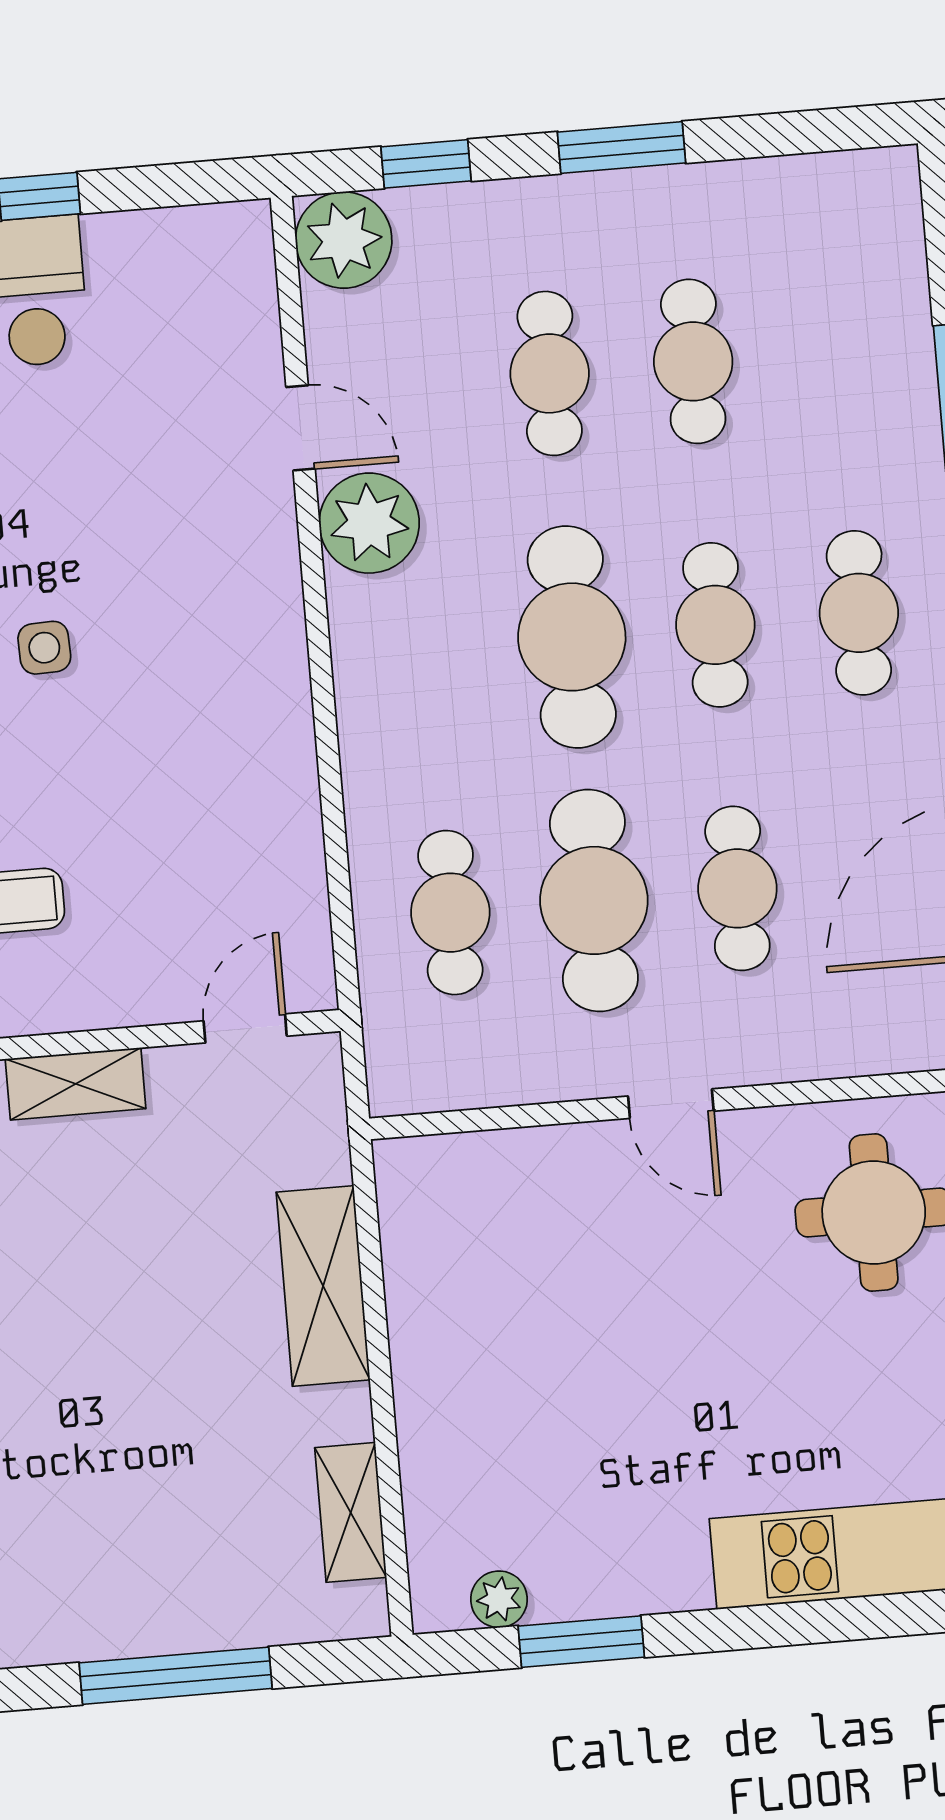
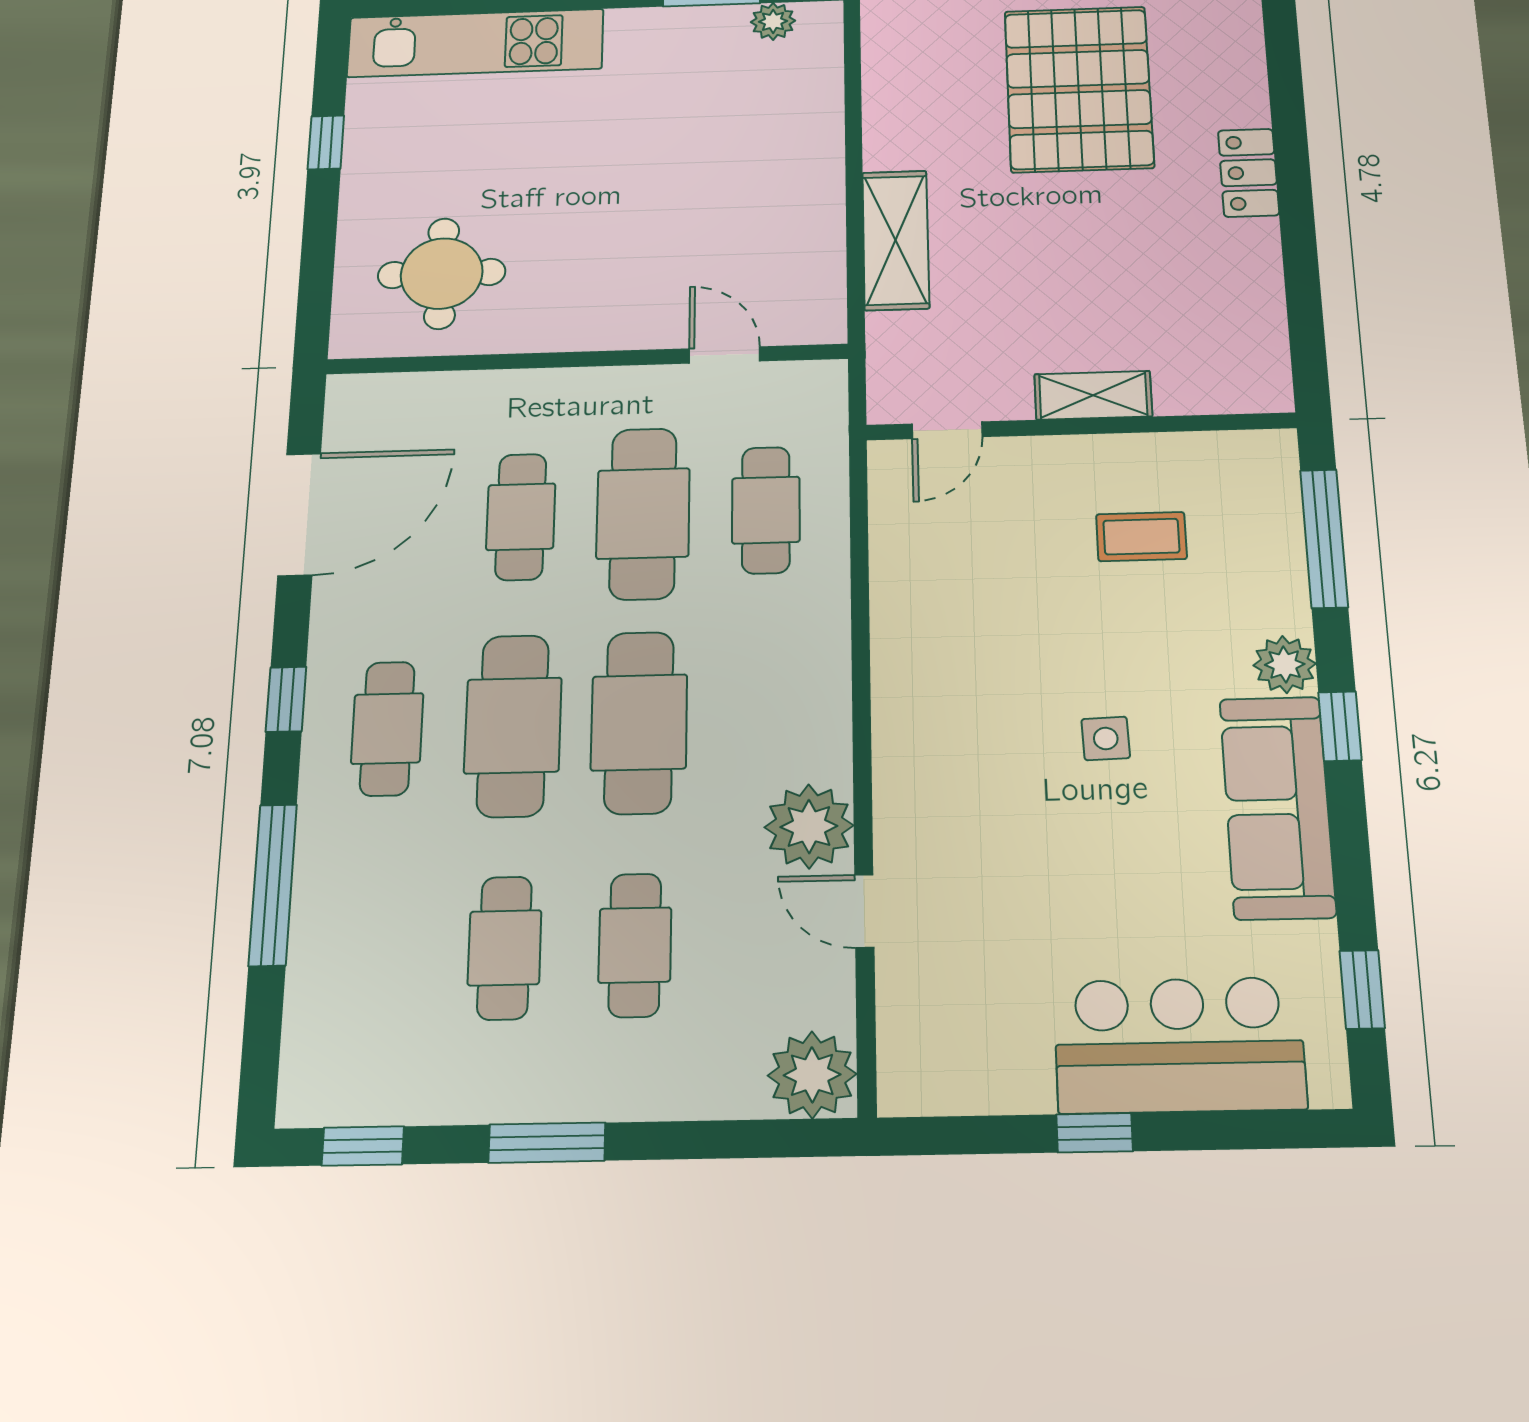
window: (426, 164) -> (363, 1146), moved
cafe table: (715, 625) -> (513, 725), width x1.37, depth x1.35
door: (671, 1104) -> (724, 355), moved
shelving: (351, 1512) -> (886, 83), removed
pallet: (110, 1514) -> (1079, 89), added

